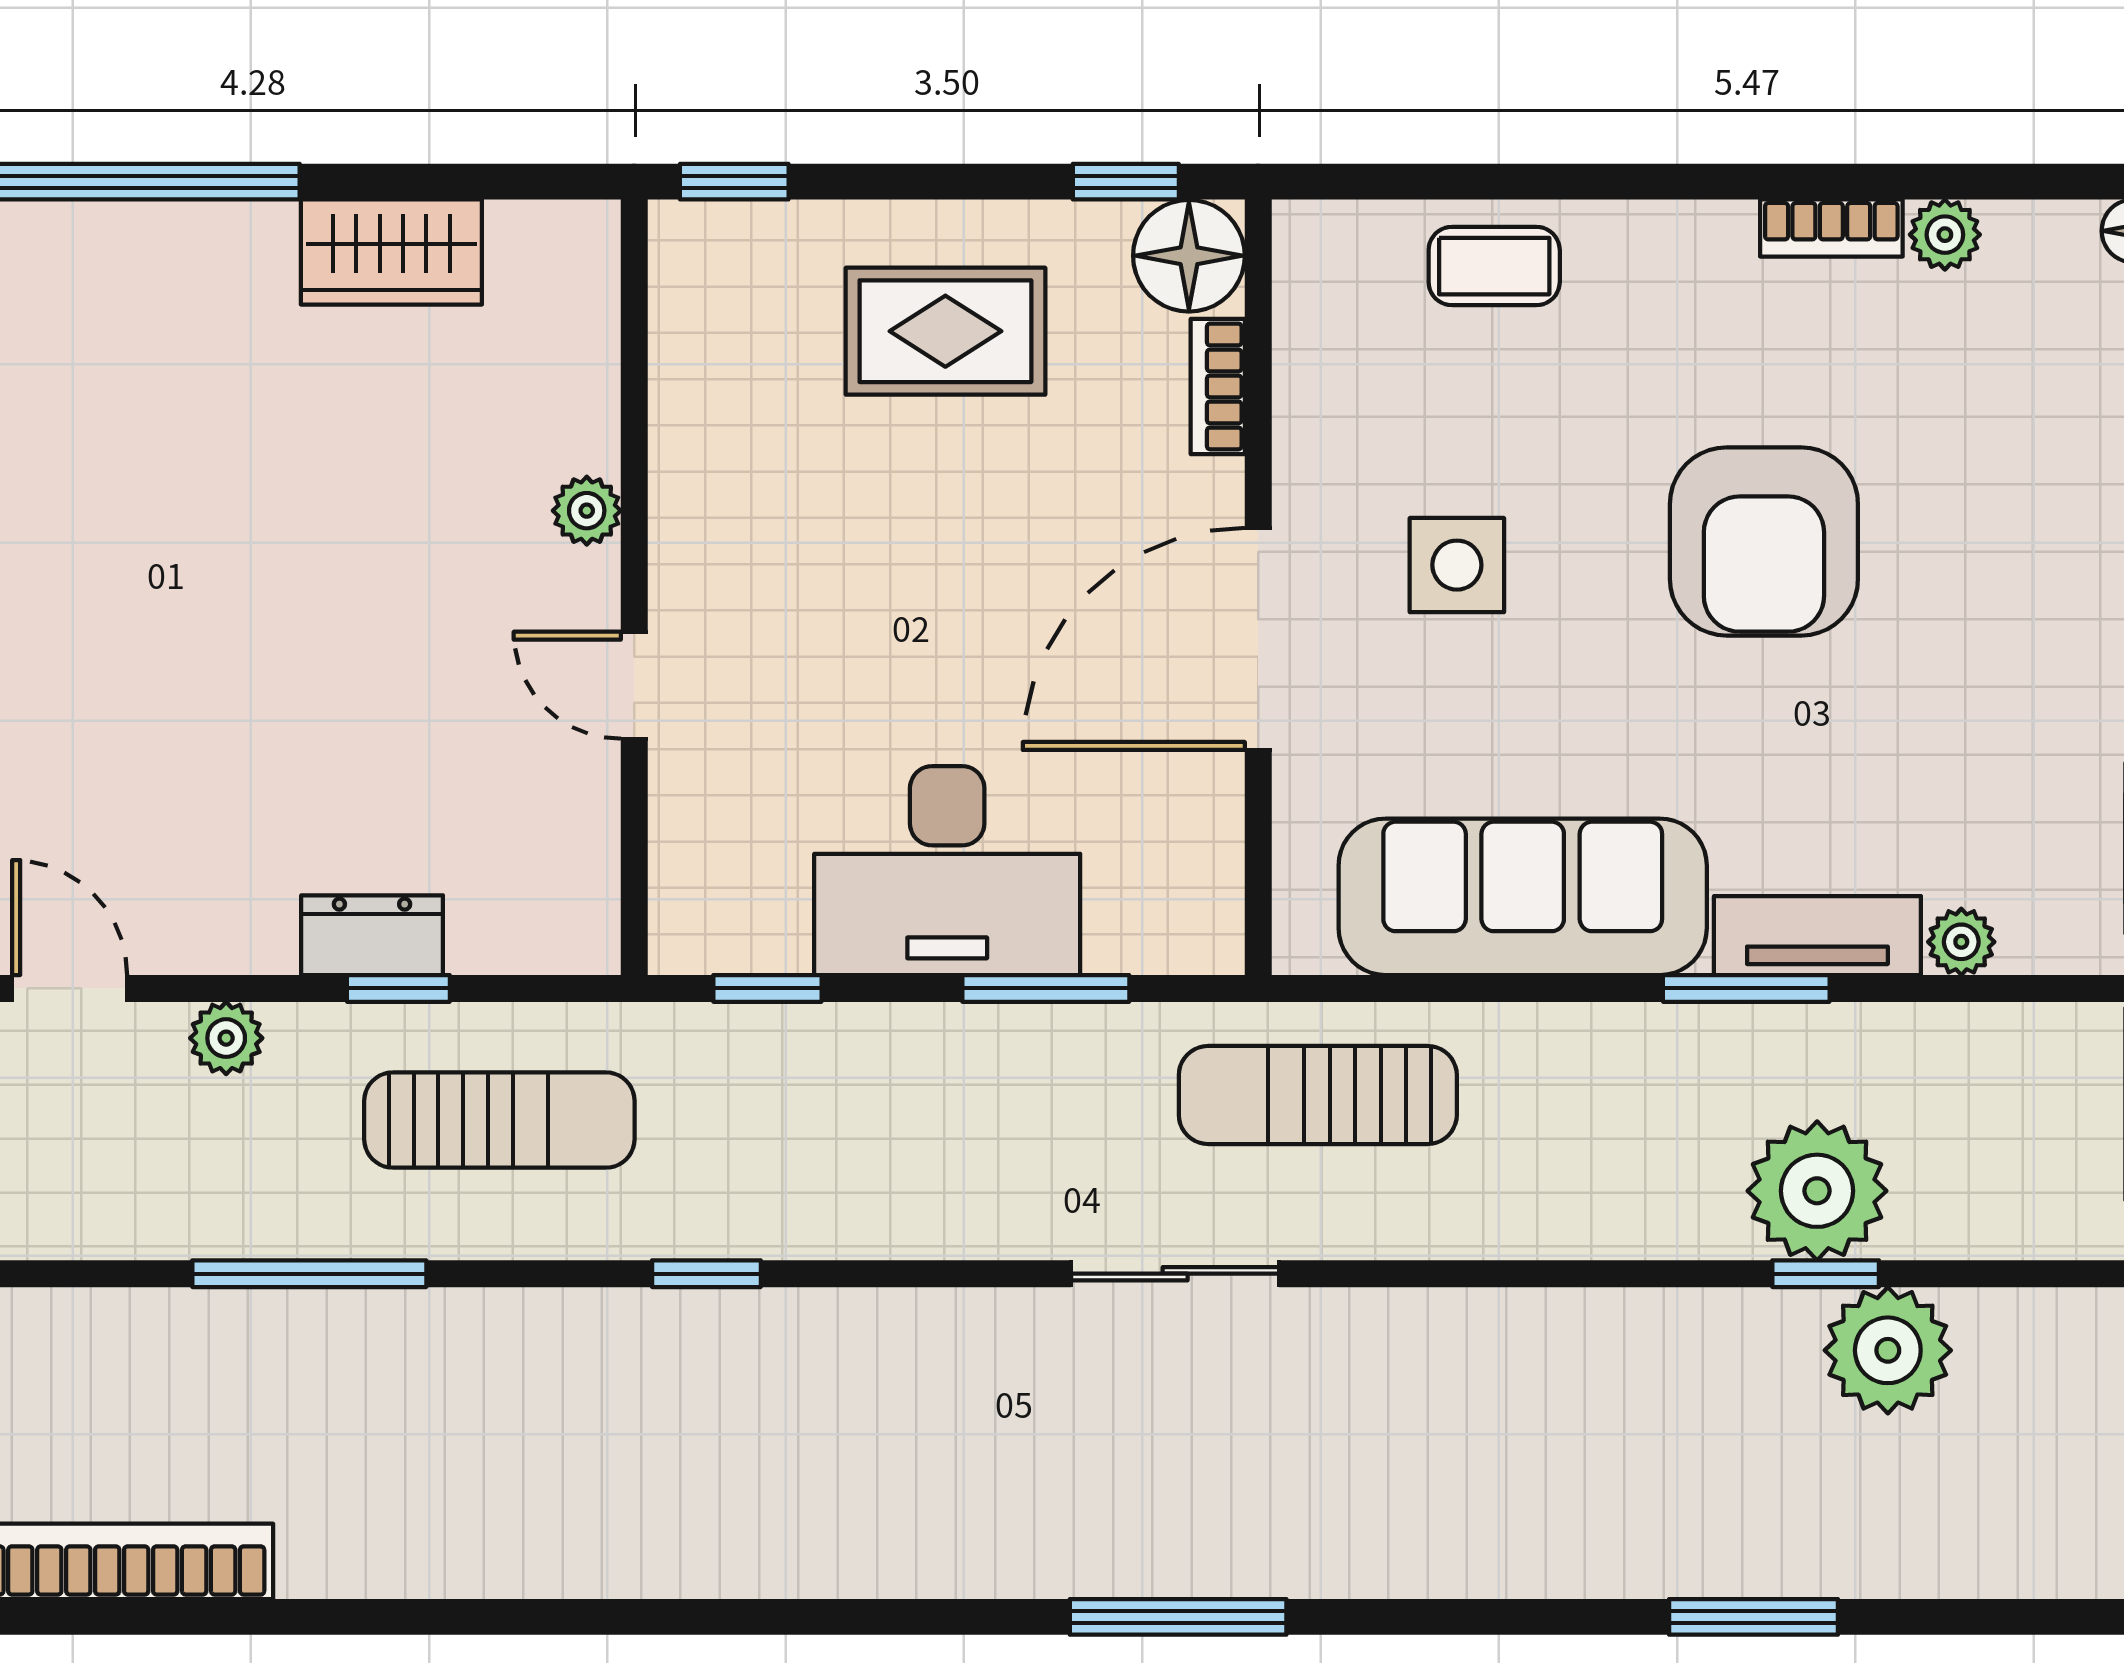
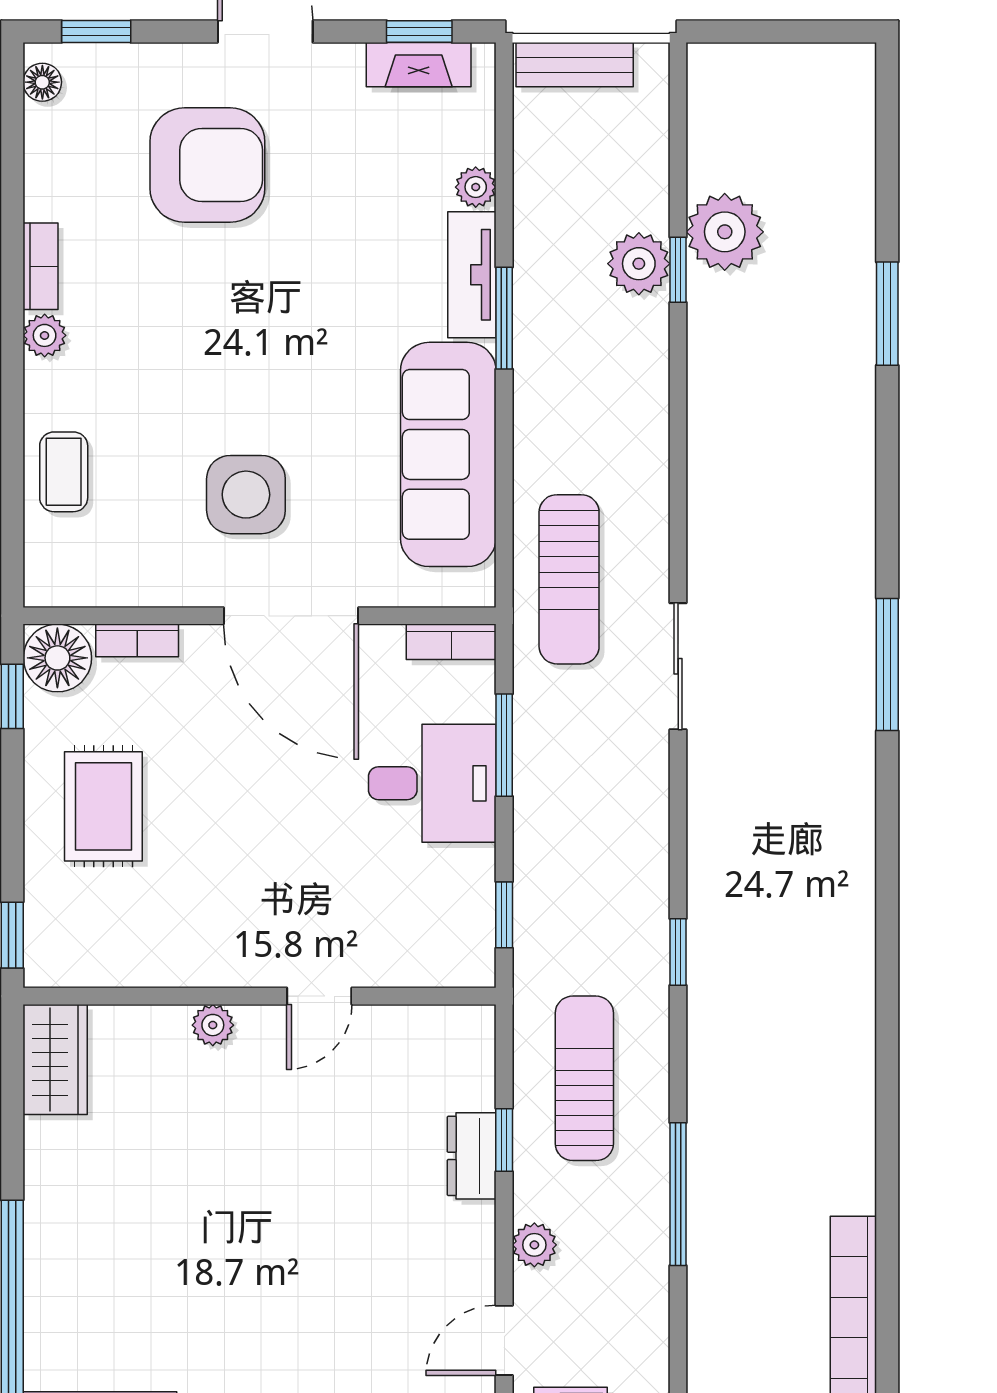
plant: (1945, 235) -> (45, 335), moved
wardrobe: (391, 252) -> (55, 1060), moved
armchair: (1764, 541) -> (207, 165), moved
side table: (1457, 565) -> (246, 495), width x1.37, depth x1.37
desk: (947, 871) -> (432, 783), width x0.73
bookcase: (1215, 902) -> (451, 642), added
plant: (1817, 1191) -> (639, 264), width x0.73, depth x0.73

